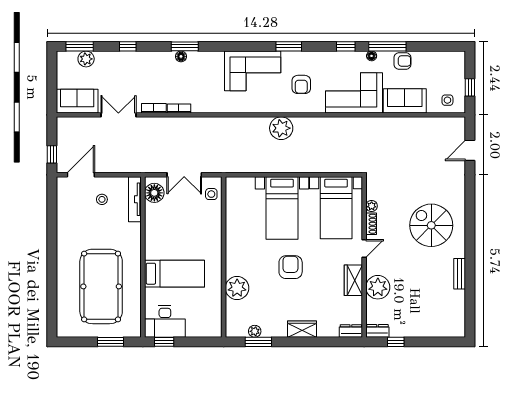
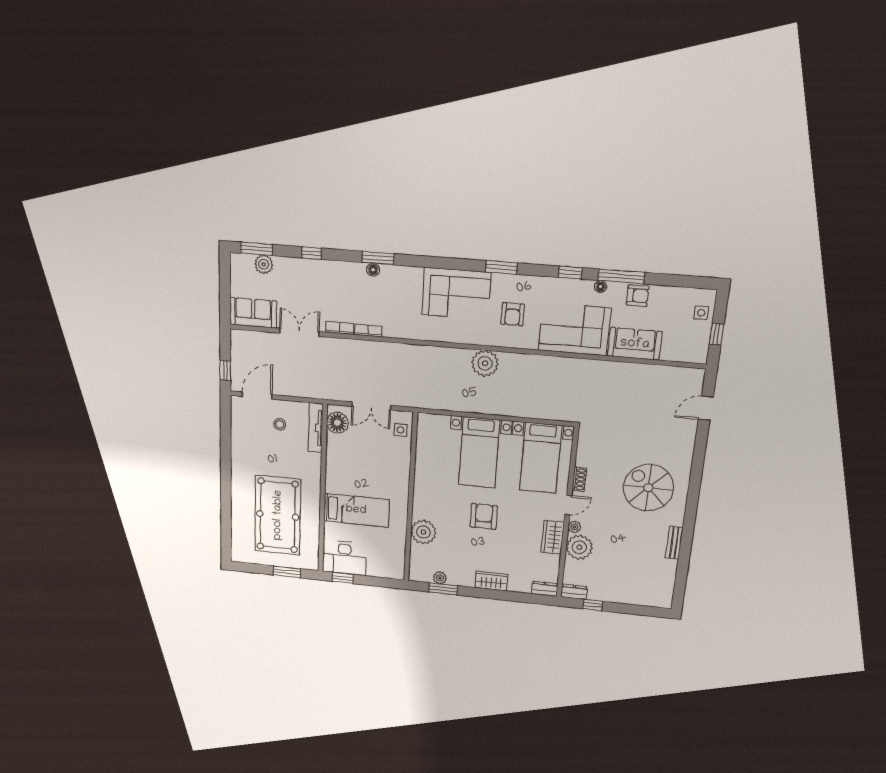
side table: (447, 100) -> (701, 313), moved
plant: (372, 206) -> (574, 527), moved

